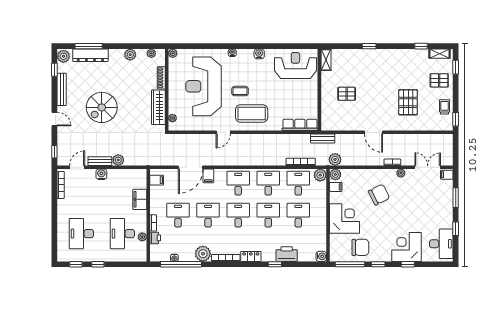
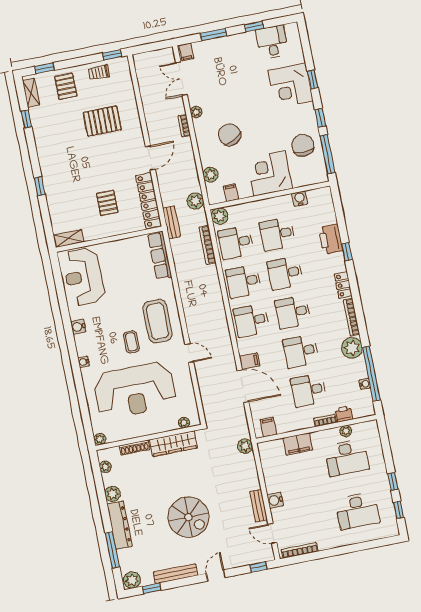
dresser: (90, 55) -> (120, 525), moved
locker: (342, 125) -> (149, 201), added
plant: (118, 160) -> (245, 446), moved
plant: (335, 174) -> (210, 175), moved
desk: (441, 244) -> (272, 42), width x0.73
water cooler: (321, 256) -> (300, 199), moved

